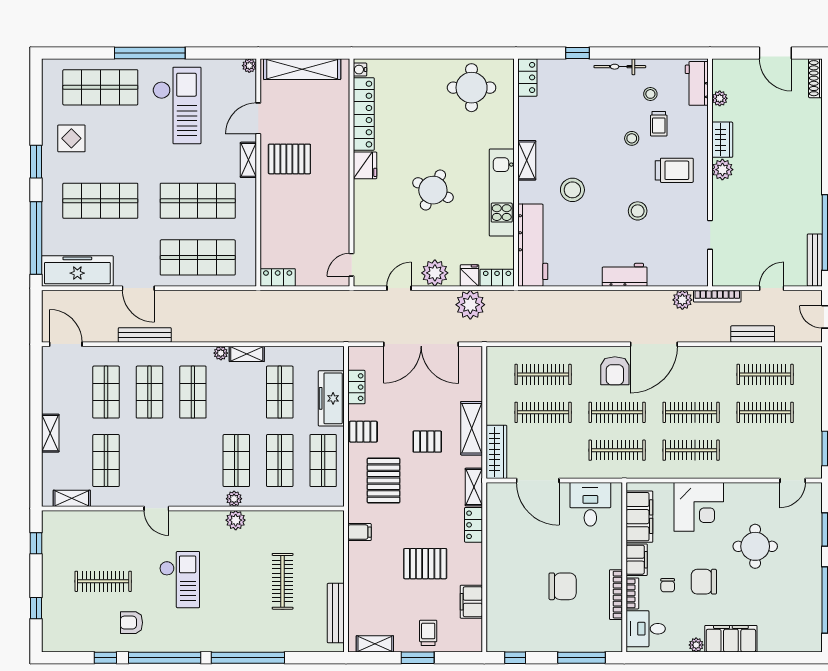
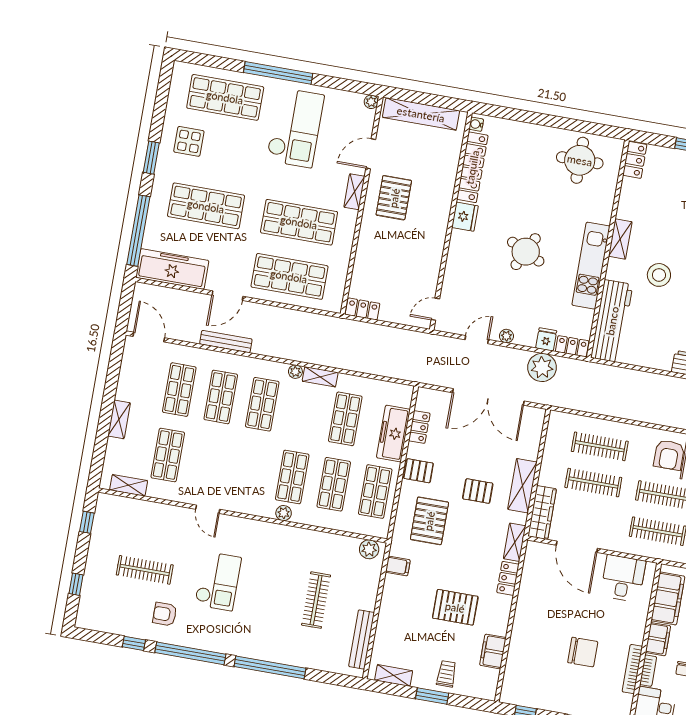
pallet: (289, 159) -> (394, 198), turned 90
plant: (435, 273) -> (506, 336), width x0.53, depth x0.53
door: (138, 288) -> (228, 296), hinge flipped
plant: (236, 520) -> (369, 549), moved

